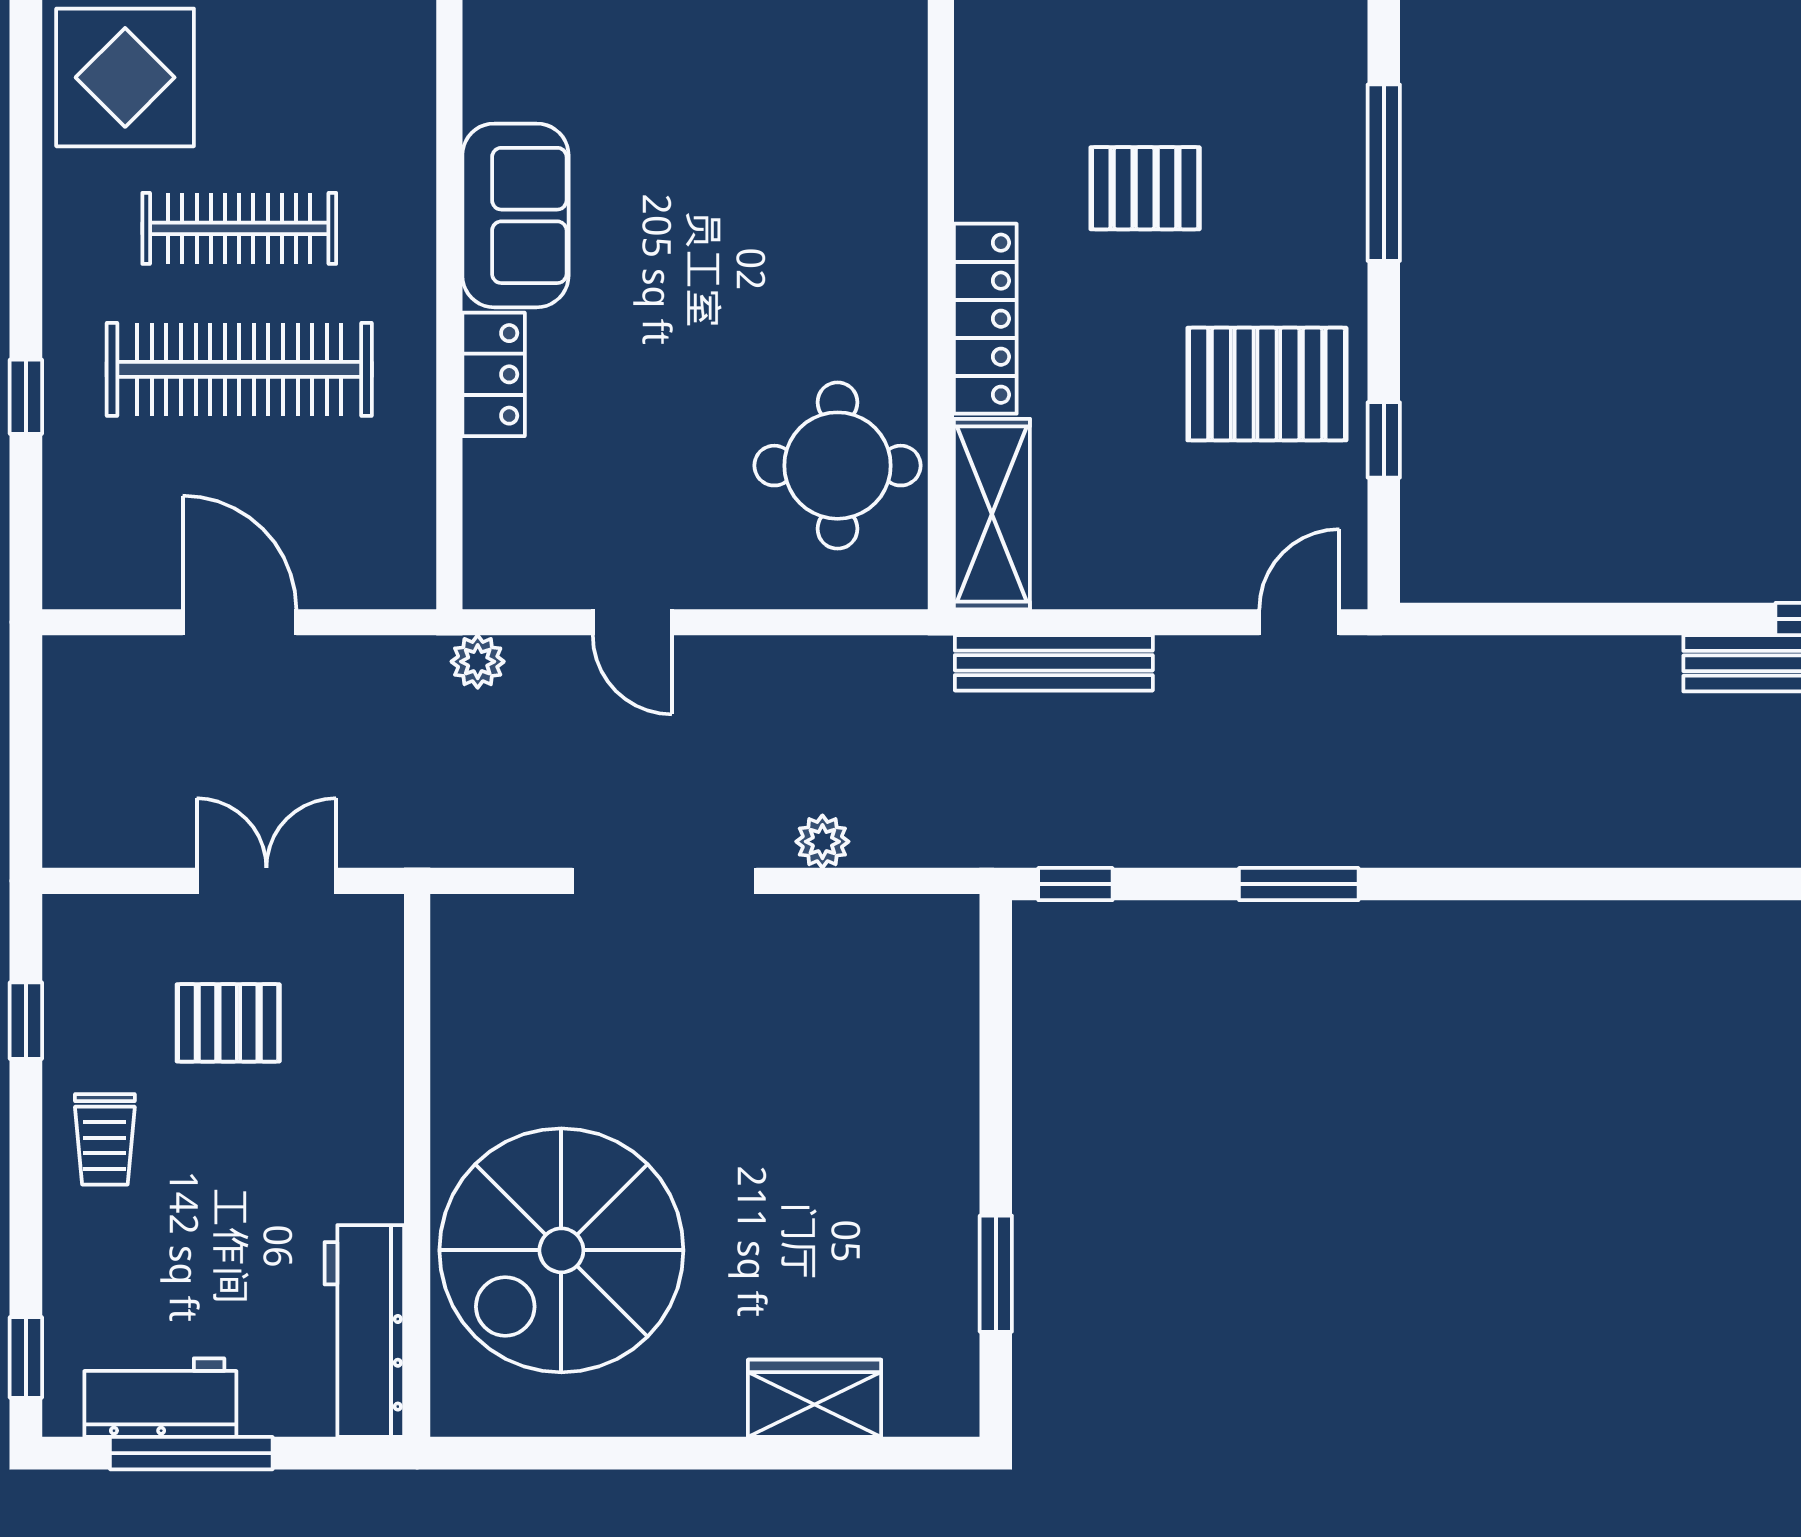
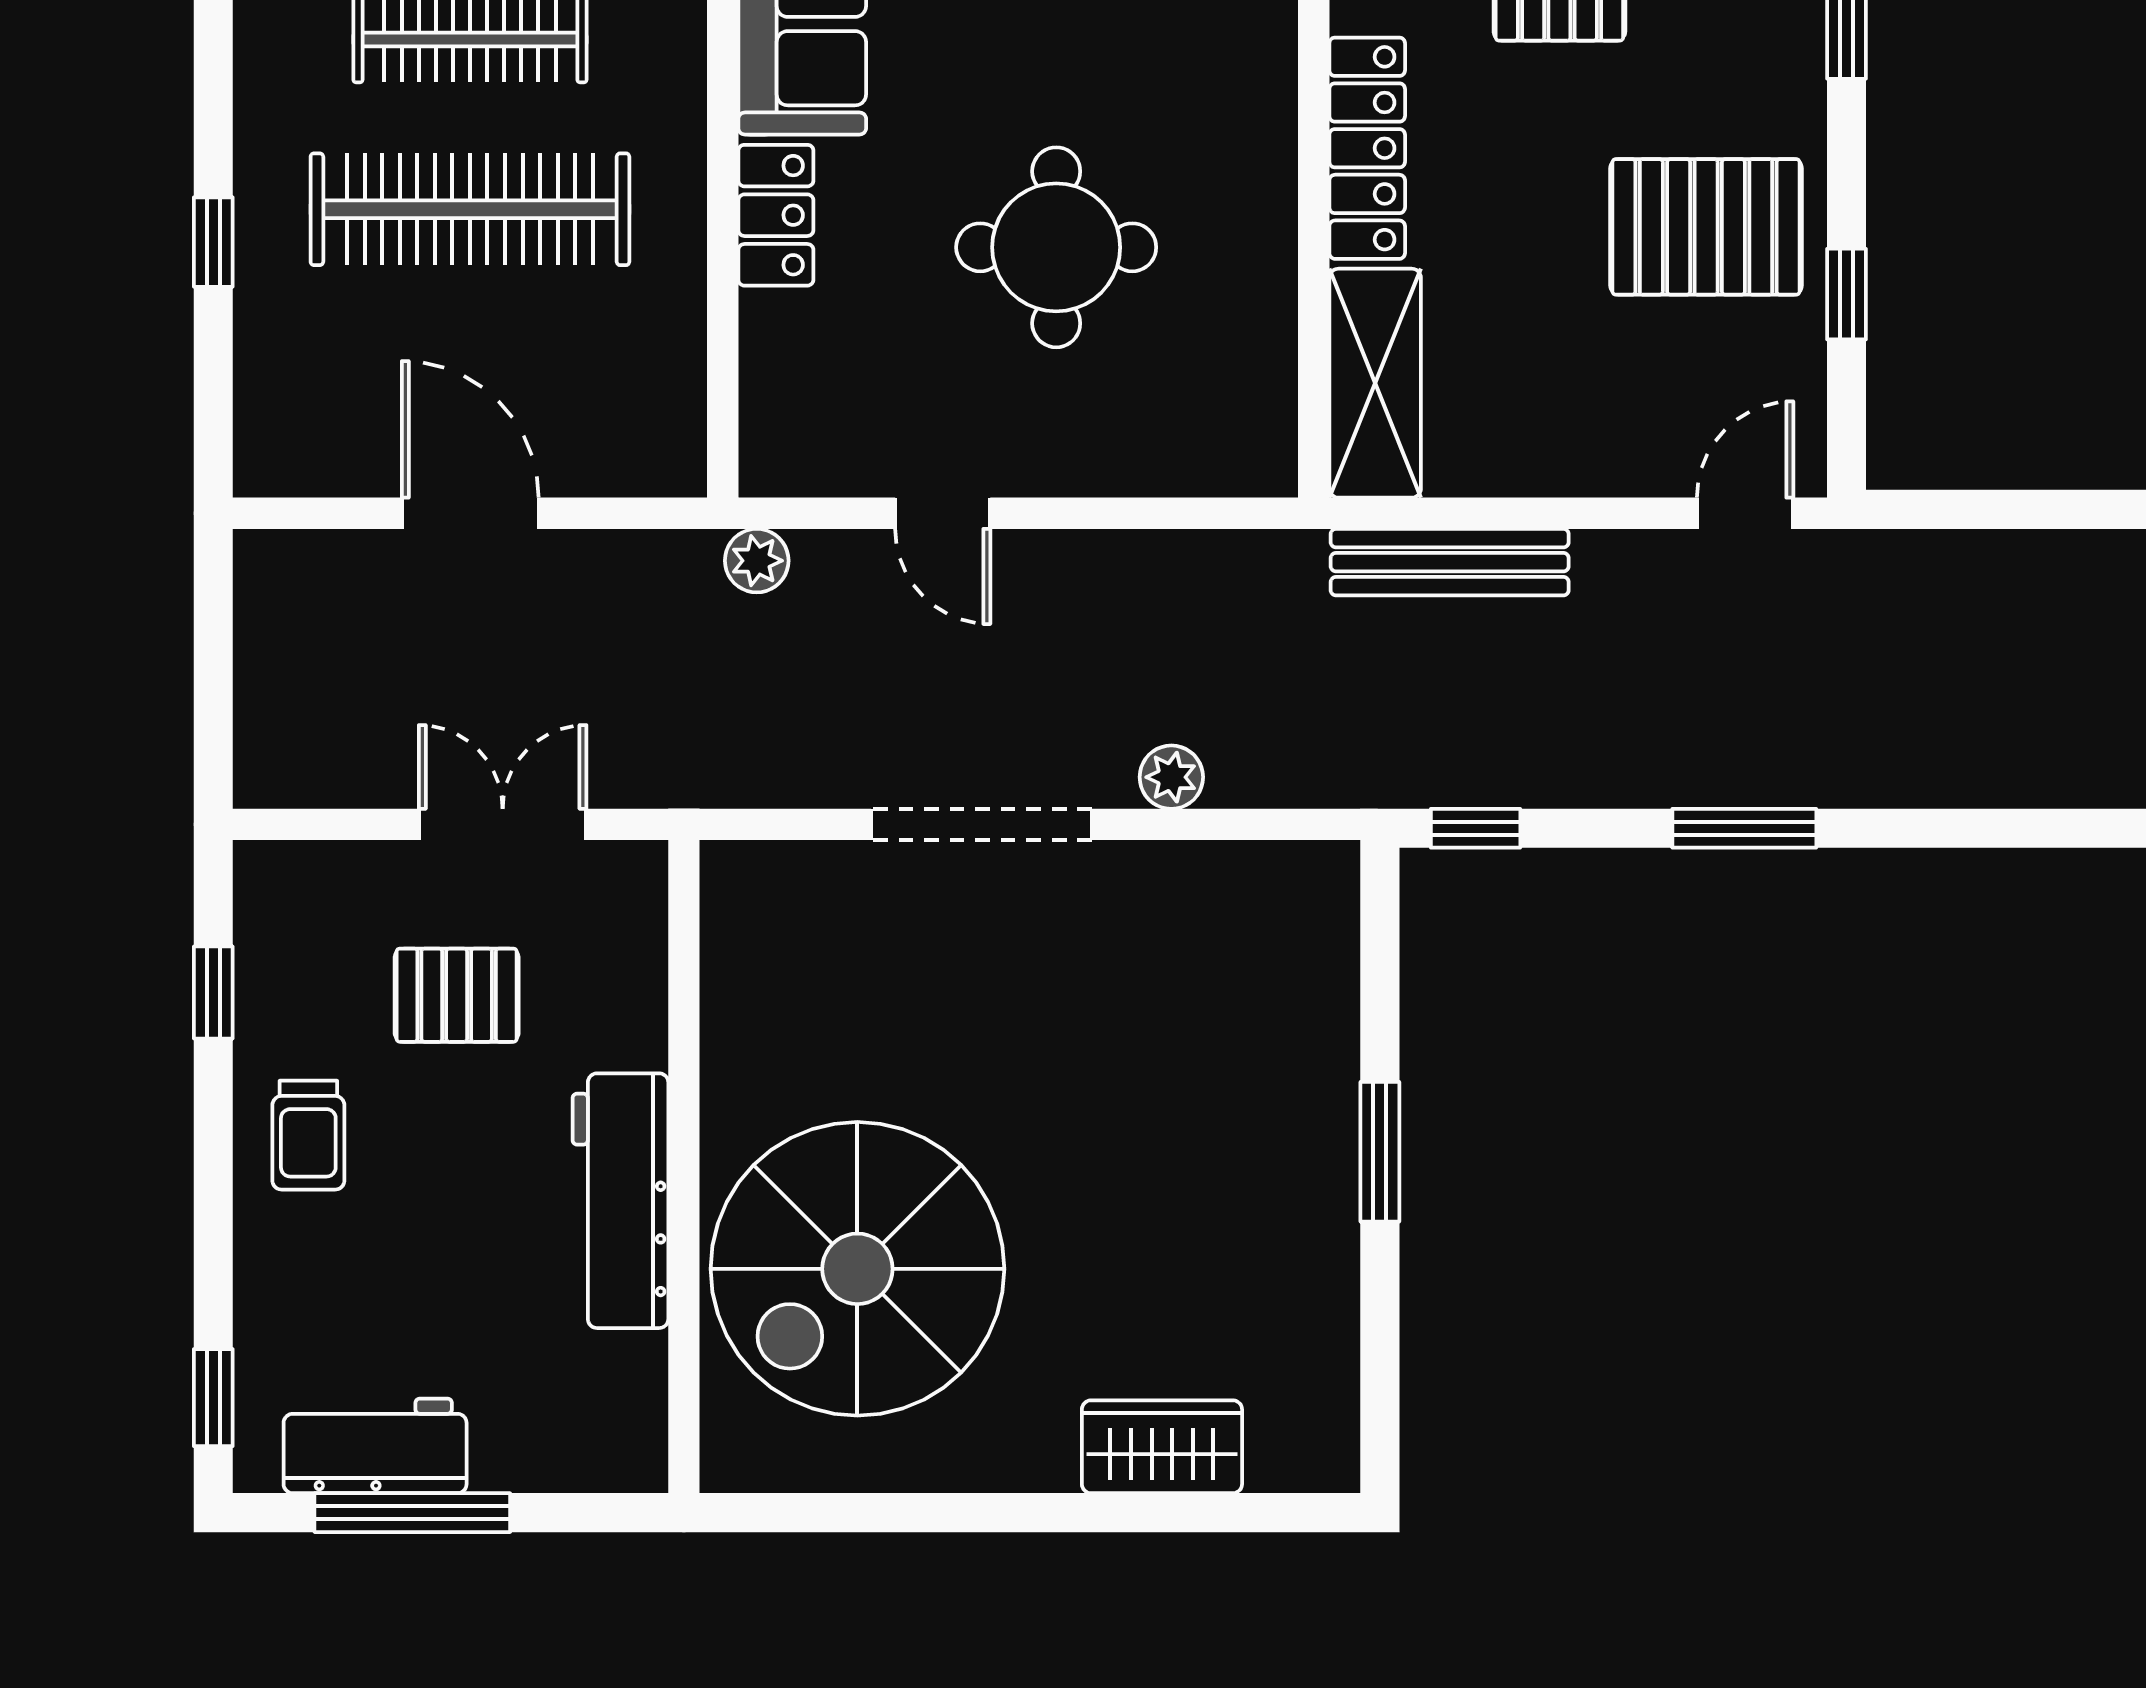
round table: (837, 466) -> (1056, 247), moved
window: (996, 1274) -> (1380, 1152), moved
workbench: (364, 1331) -> (620, 1201), moved

